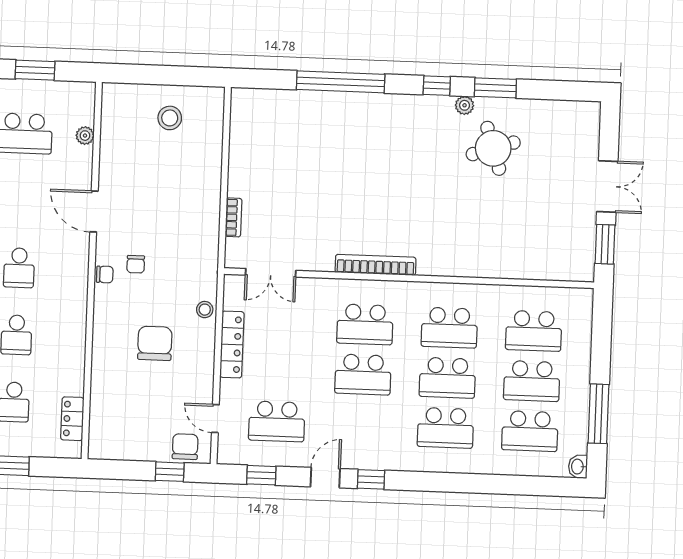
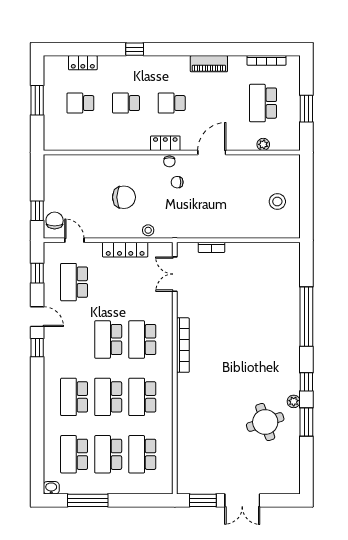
locker: (72, 419) -> (165, 143), moved
door: (215, 419) -> (74, 240), hinge flipped
chair: (185, 447) -> (55, 221), turned -90

